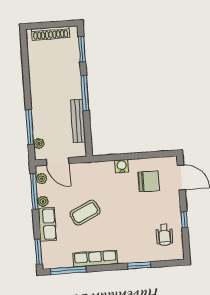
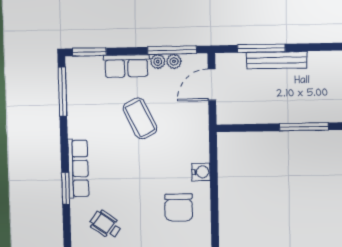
bench: (78, 121) -> (277, 60), moved
plant: (39, 143) -> (238, 60), removed
plant: (41, 179) -> (174, 61), moved
wheelchair: (164, 235) -> (106, 225), turned 36
row of seats: (95, 259) -> (78, 168), moved

